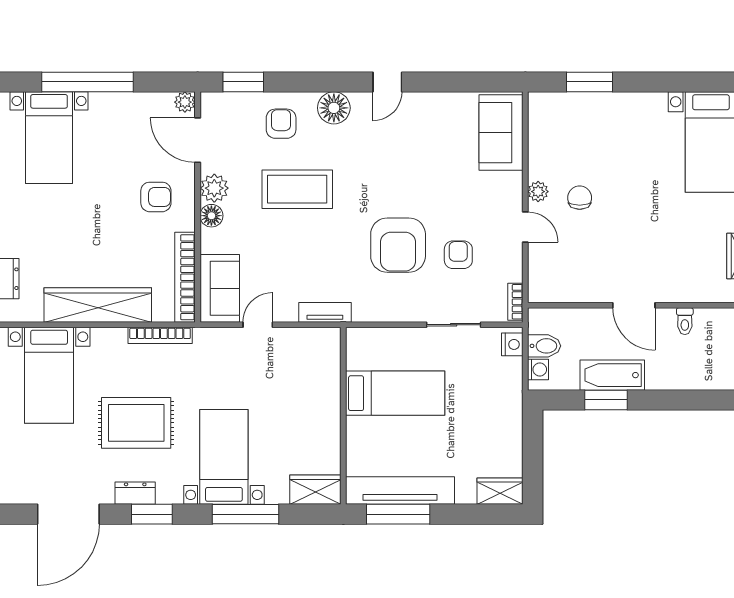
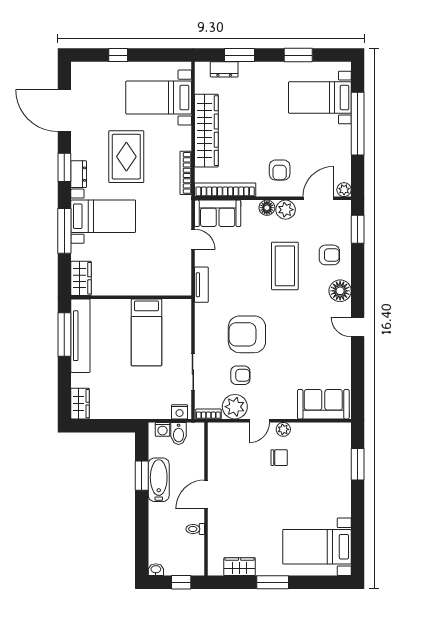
plant: (505, 263) -> (235, 407), added
dresser: (135, 493) -> (79, 174), moved

